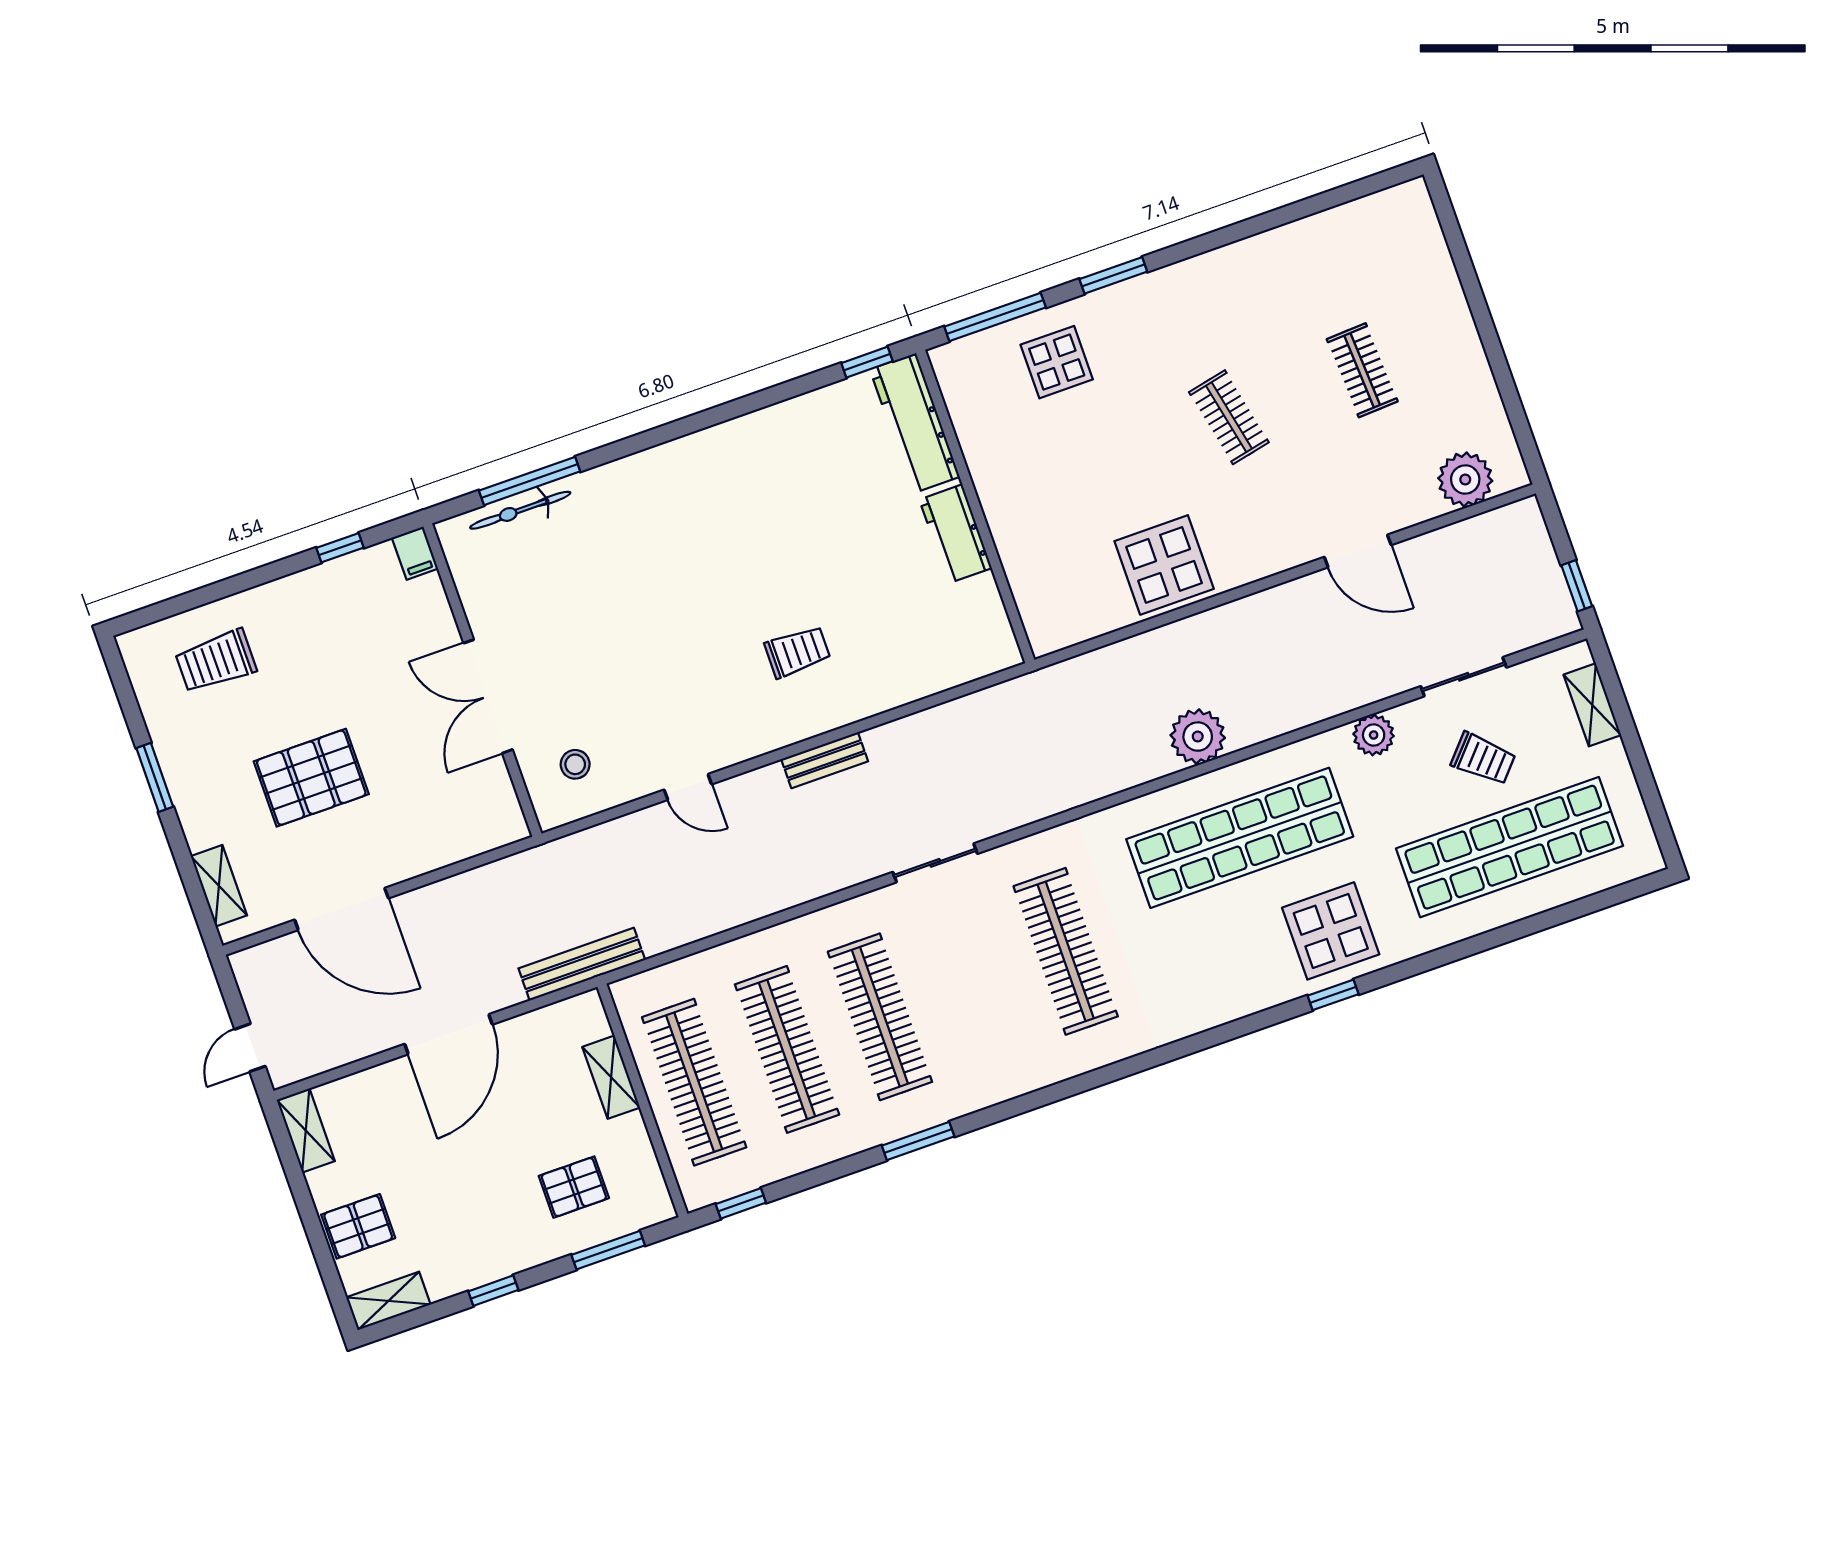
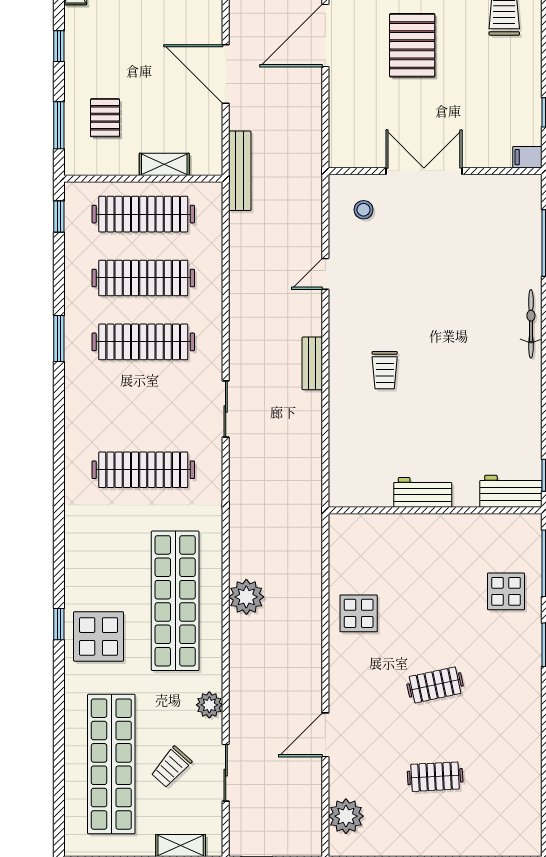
workbench: (915, 423) -> (511, 491), width x0.73
bicycle: (520, 510) -> (531, 324), moved
display table: (1164, 565) -> (359, 613), width x0.73, depth x0.73

